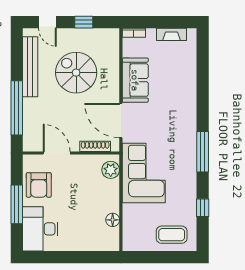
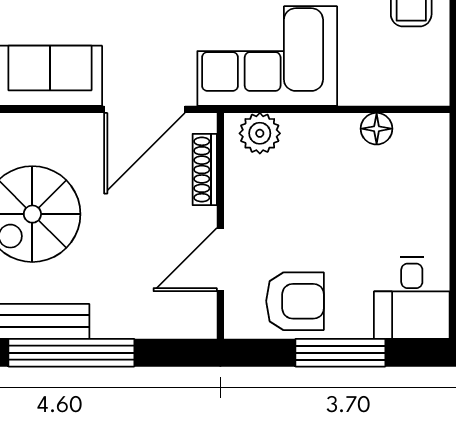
window: (17, 108) -> (71, 353), moved
desk: (40, 229) -> (412, 298), width x0.73

